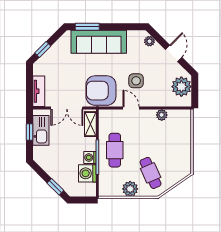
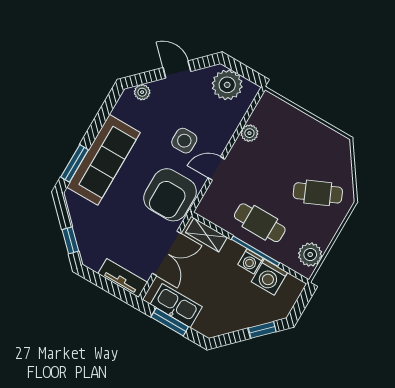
window: (30, 132) -> (170, 322), width x1.50
plant: (130, 189) -> (310, 255), moved

